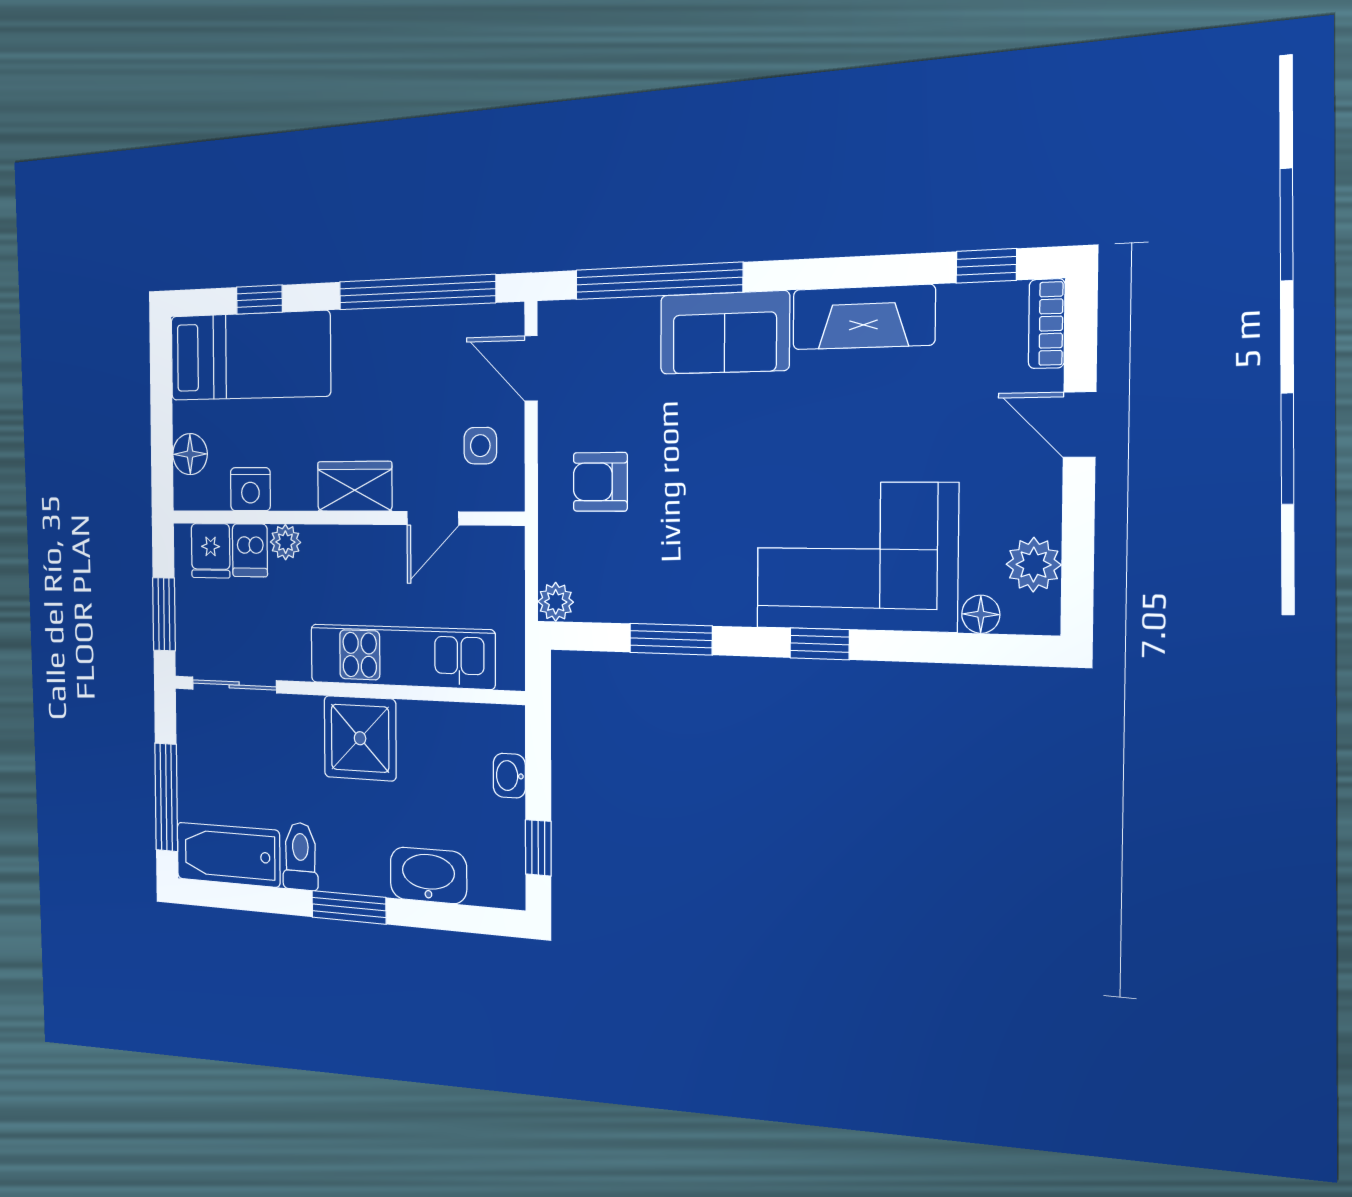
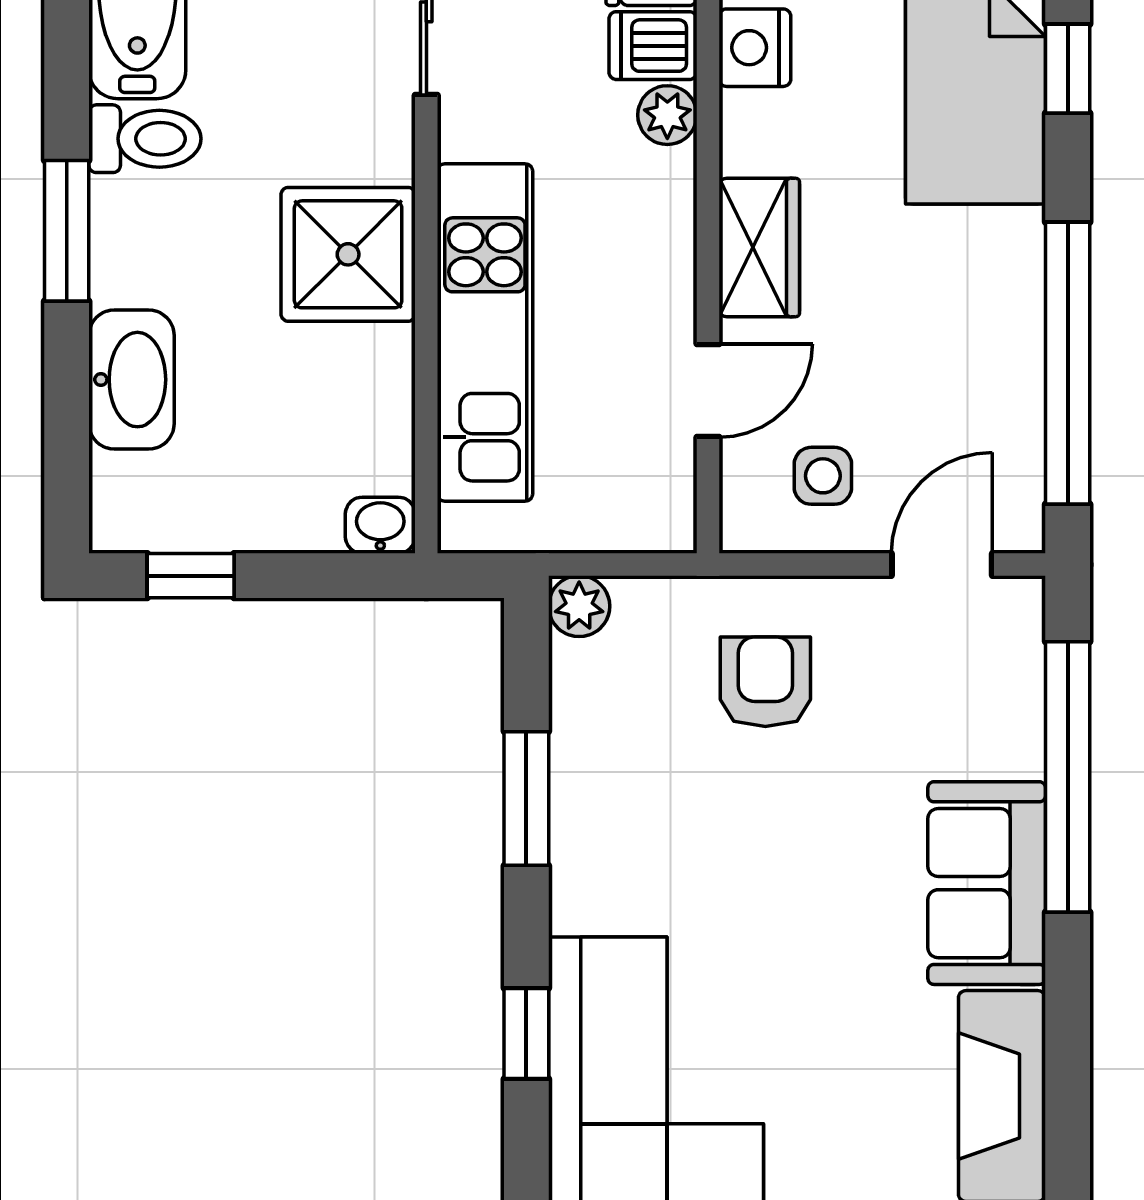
door: (433, 518) -> (708, 390), swing flipped
washbasin: (509, 776) -> (380, 525), moved

